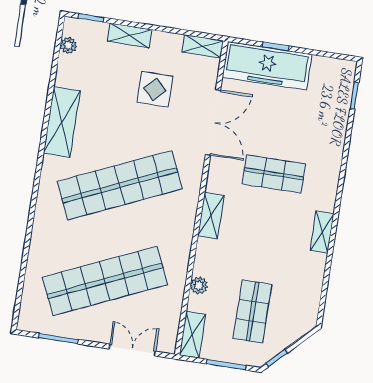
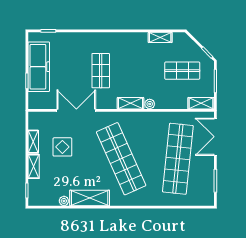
plant: (68, 45) -> (64, 201), moved
shelving: (203, 46) -> (33, 142), moved
freezer: (267, 66) -> (39, 67), moved
shelving: (322, 232) -> (160, 37), moved
shop shelf: (105, 281) -> (178, 159), turned 30
plant: (199, 285) -> (150, 104), moved
double door: (132, 350) -> (215, 137), width x1.37

